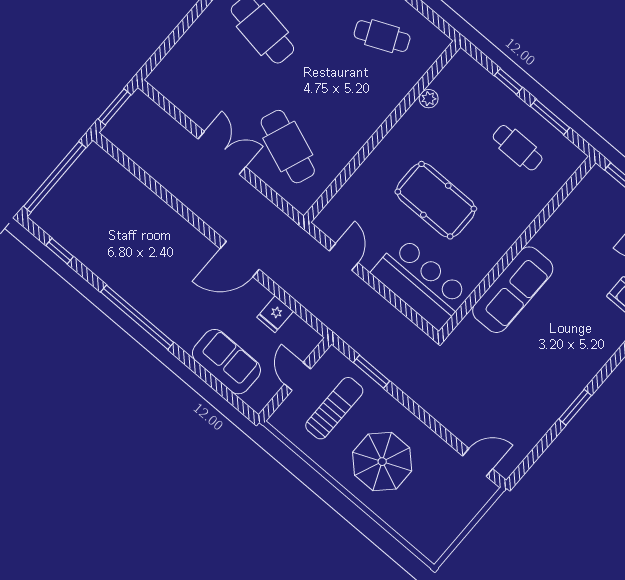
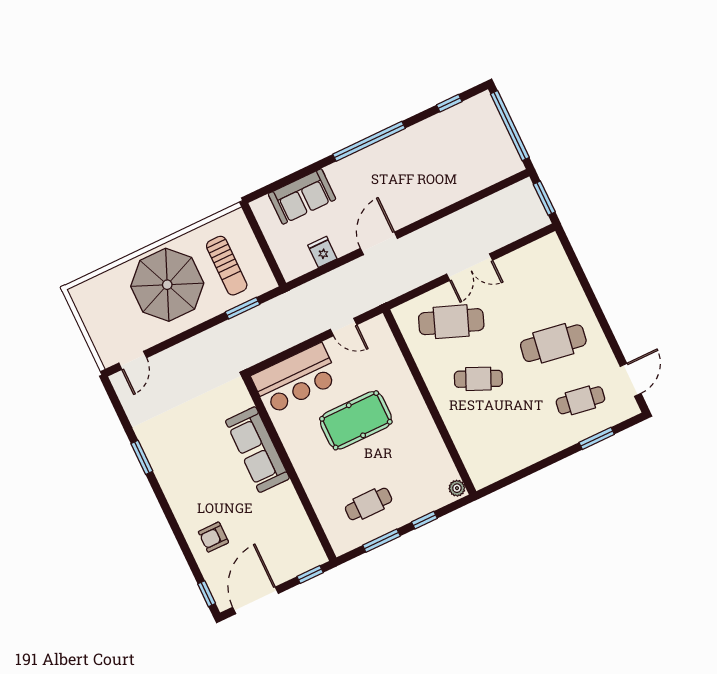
cafe table: (382, 36) -> (478, 379), moved, turned 48
plant: (429, 99) -> (457, 488), moved
door: (297, 377) -> (265, 248), removed
parasol: (382, 462) -> (167, 285), width x1.36, depth x1.36

